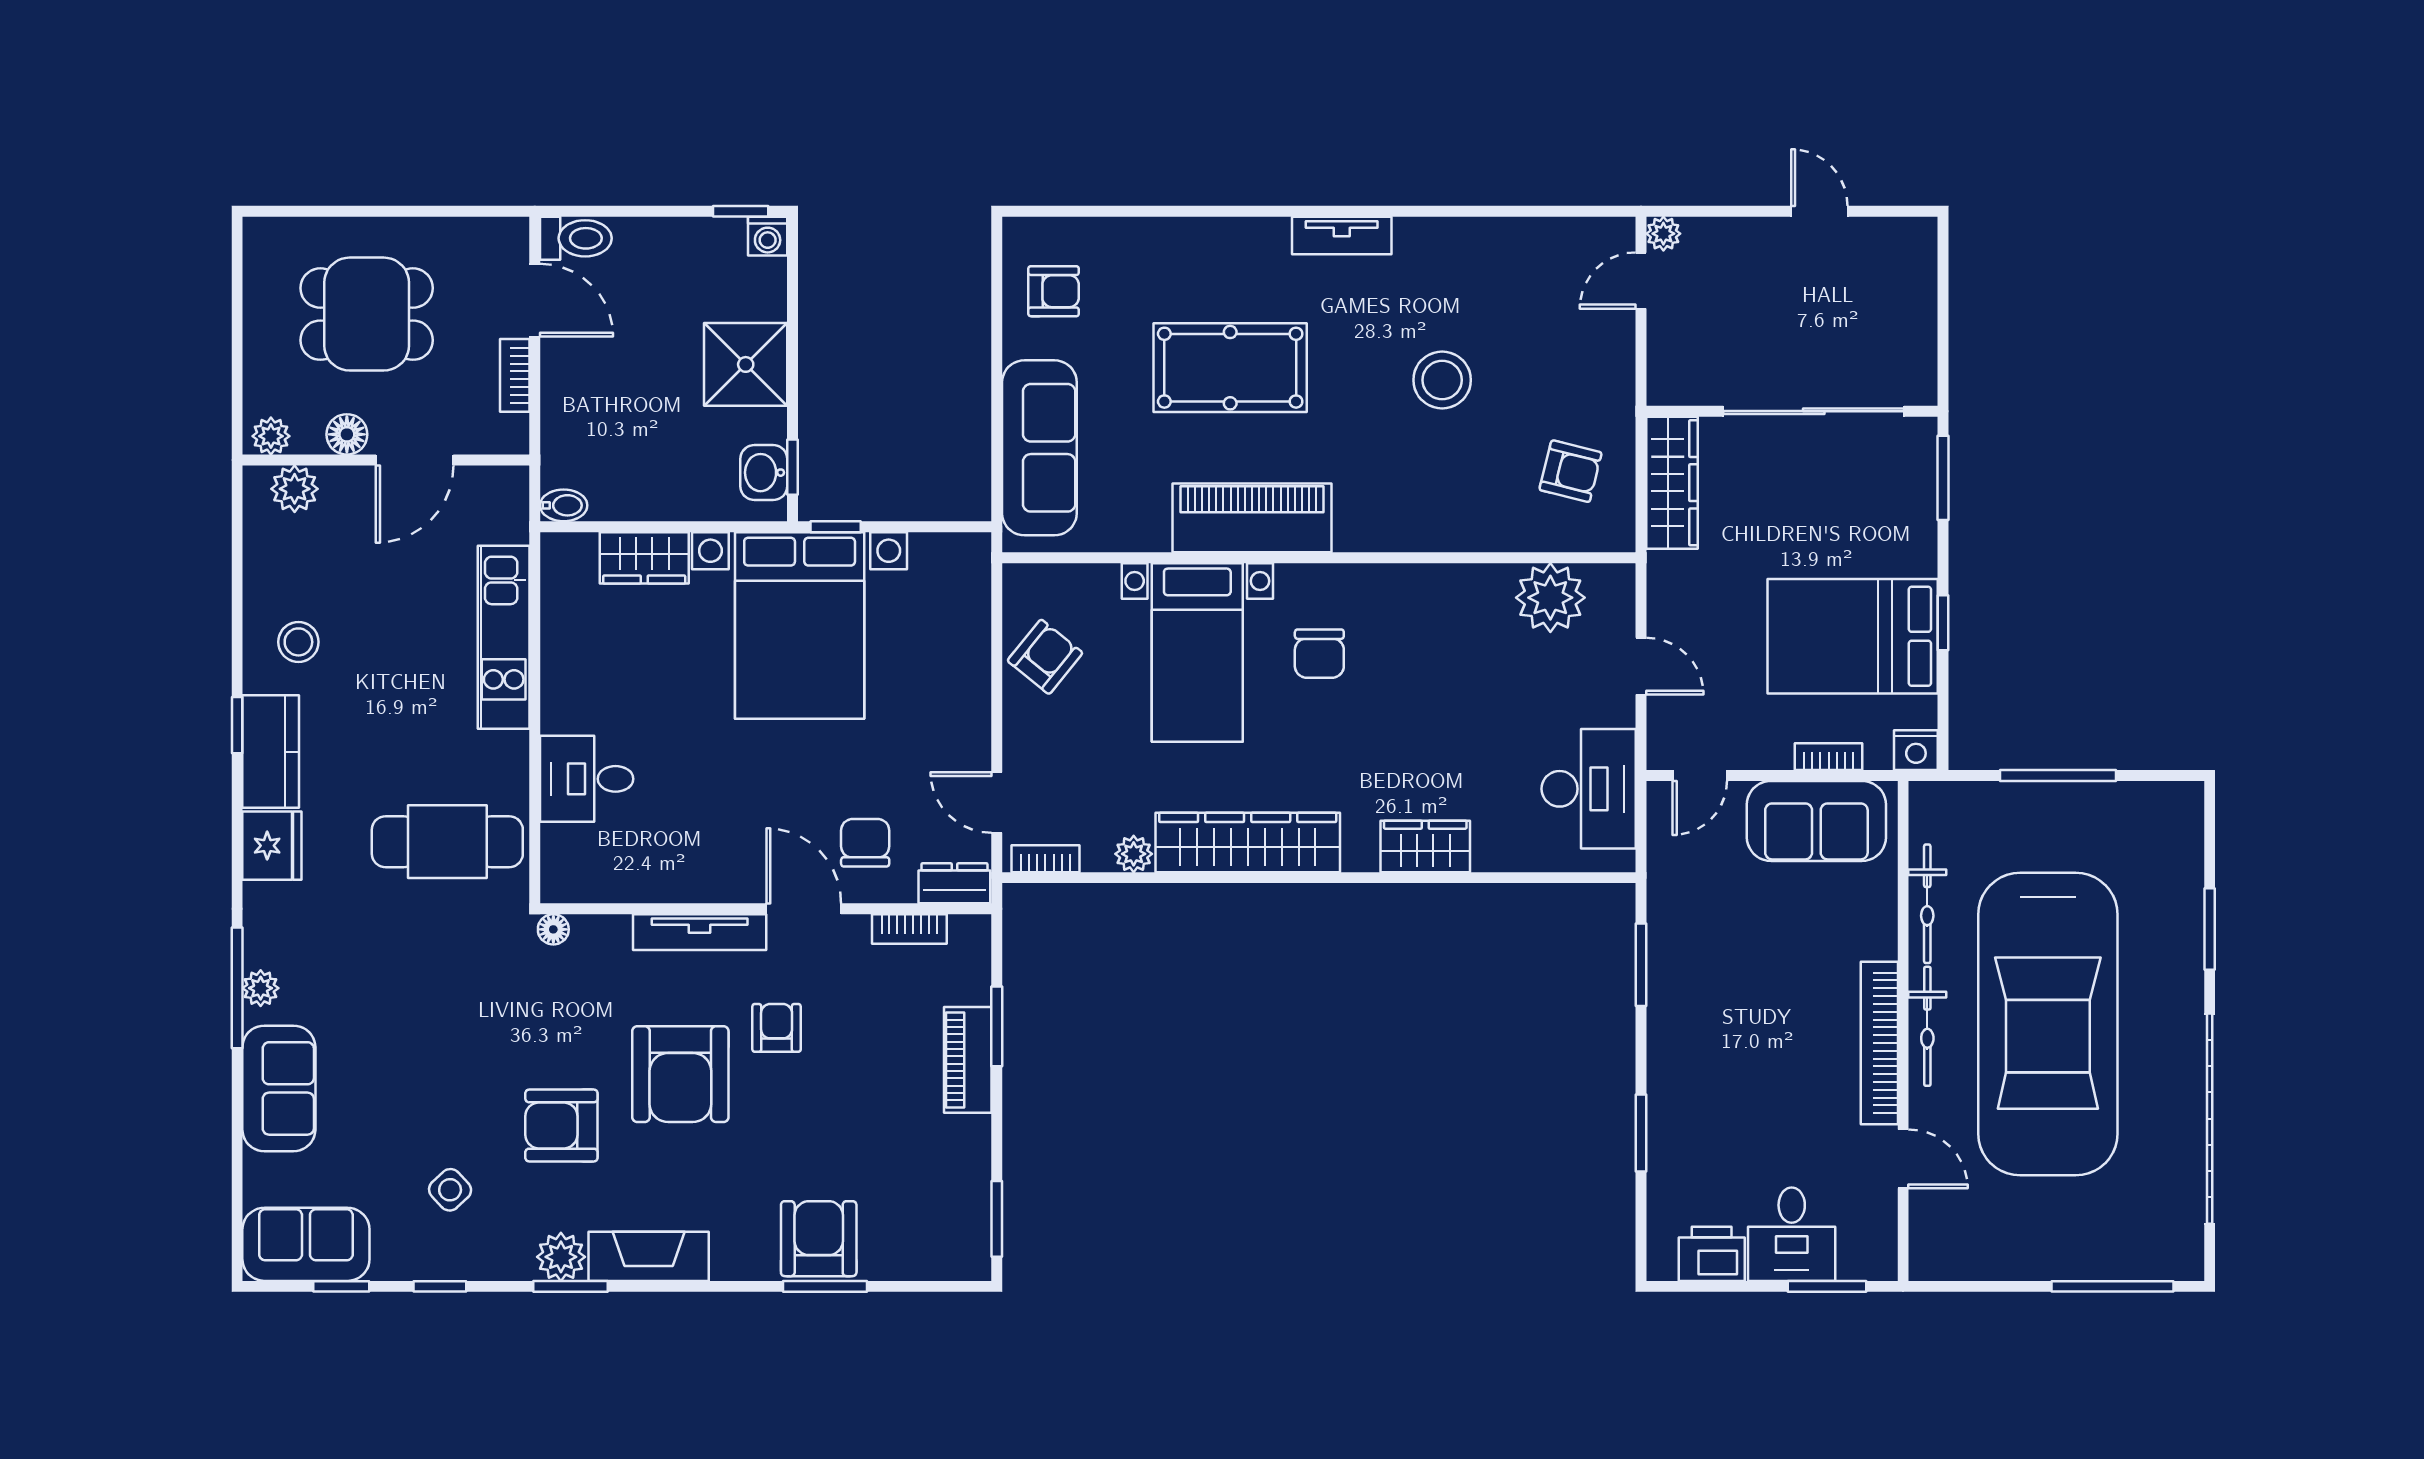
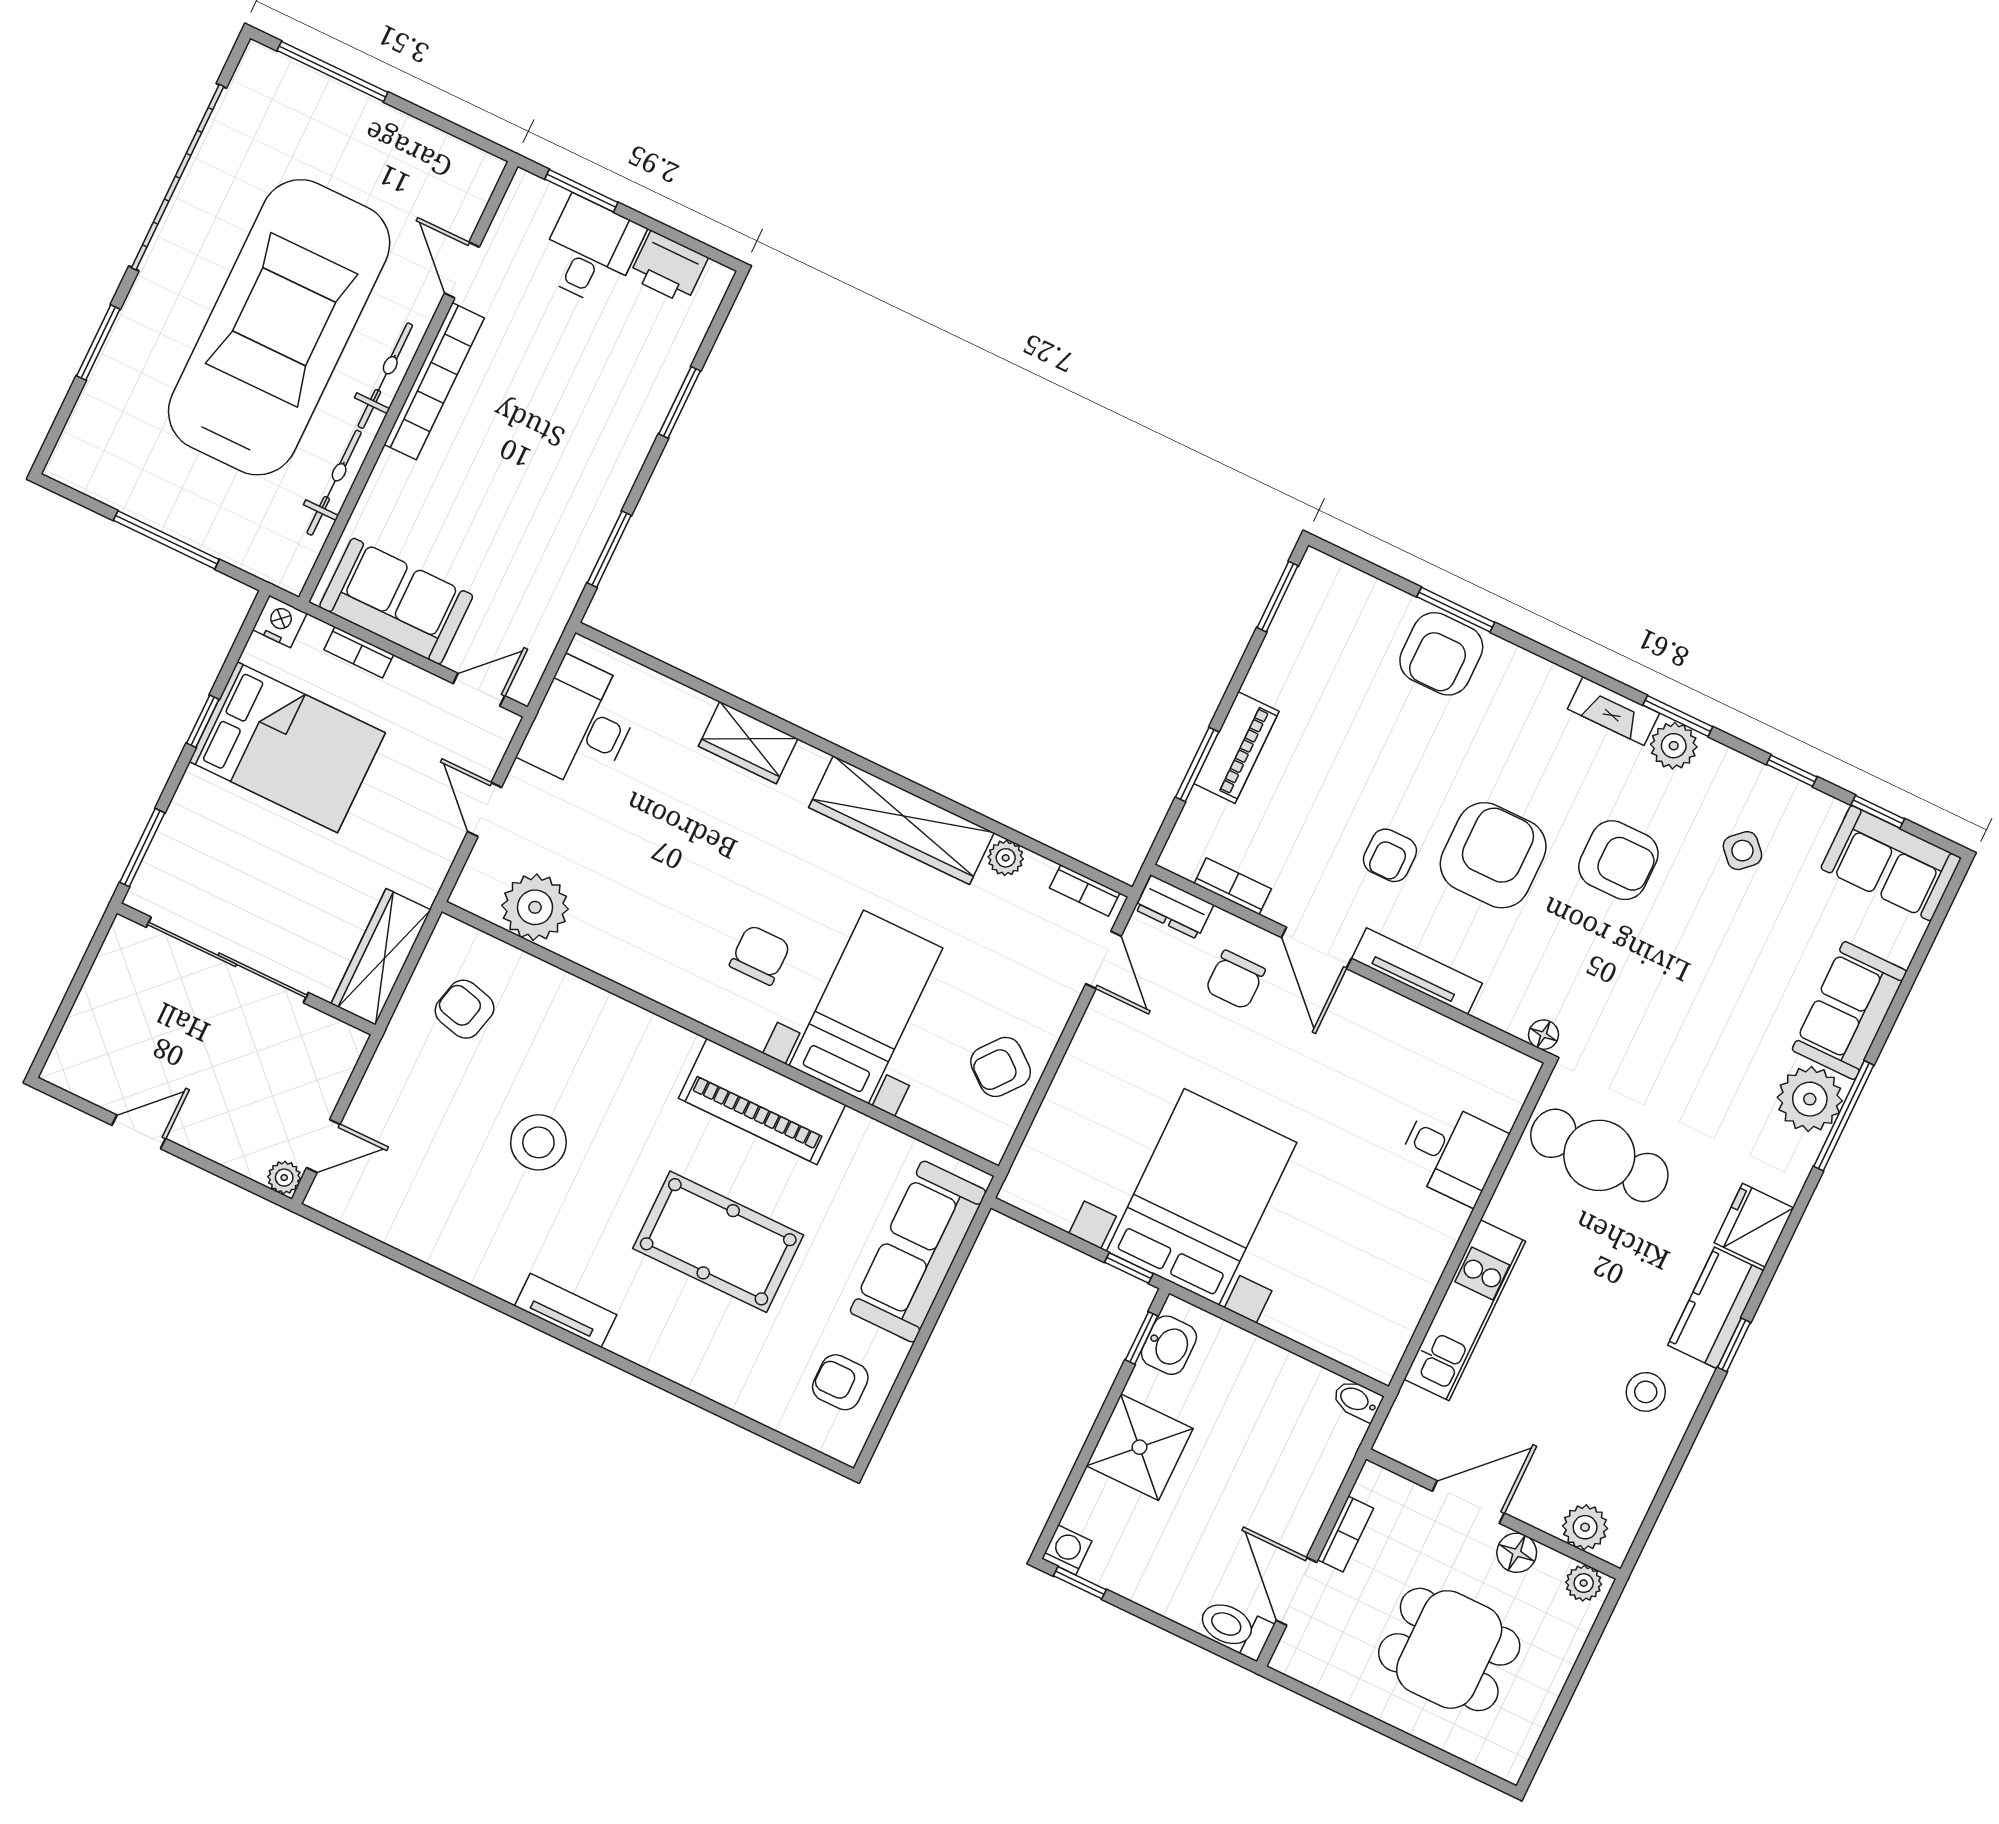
door: (1819, 211) -> (139, 1132), swing flipped
wardrobe: (644, 558) -> (1309, 1321), removed
plant: (261, 988) -> (1810, 1099), width x1.87, depth x1.87
fireplace: (649, 1256) -> (1614, 711), width x0.73, depth x0.76

